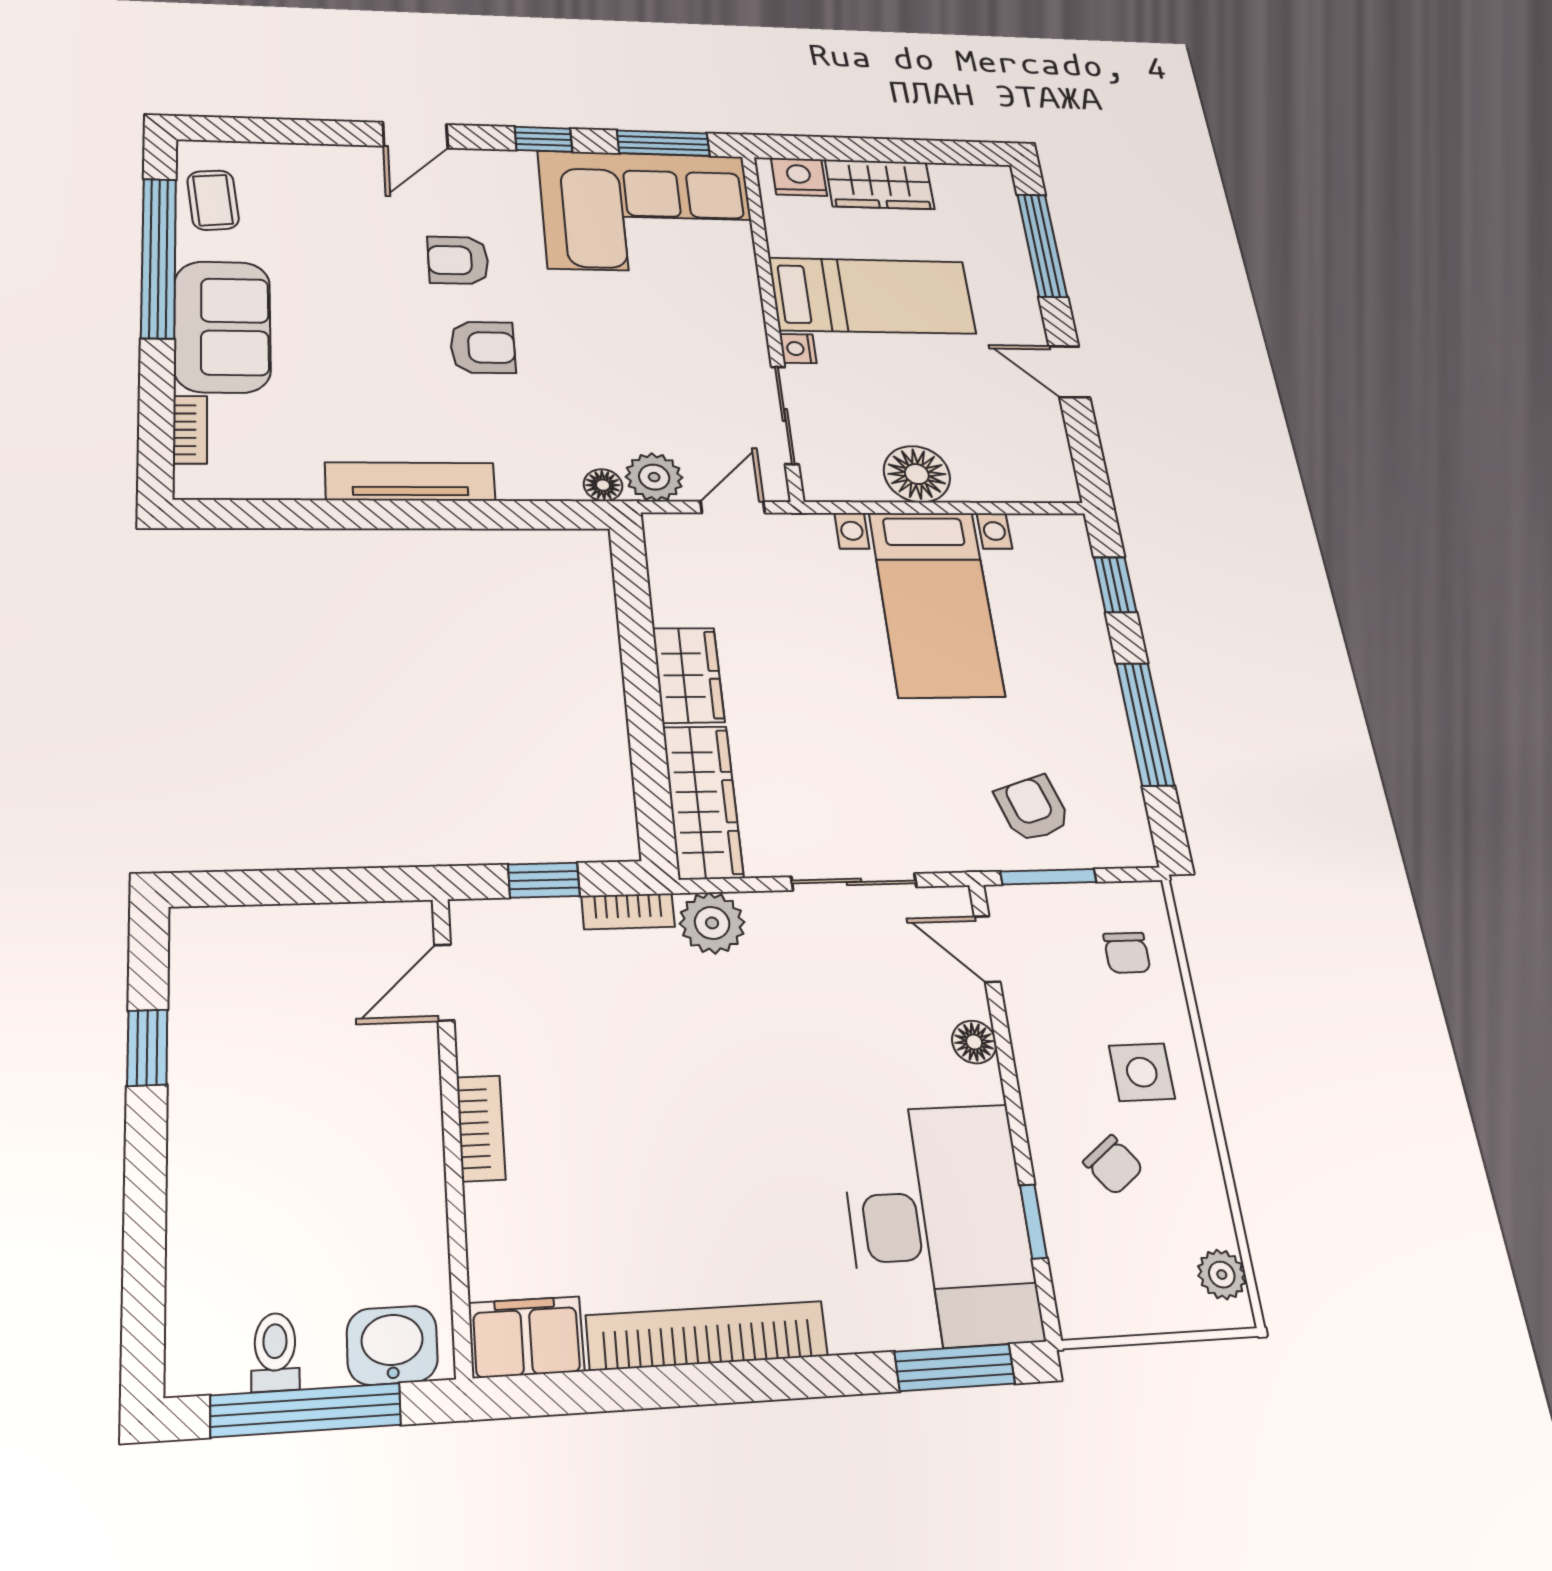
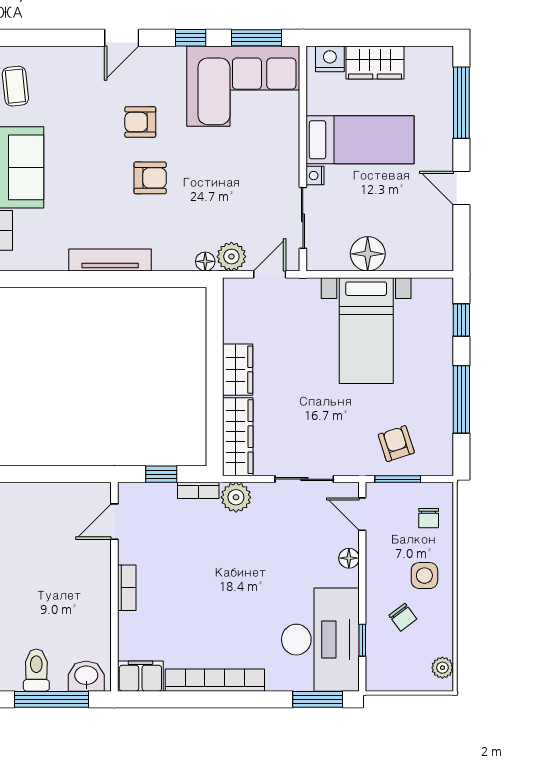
toilet: (275, 1352) -> (36, 670), width x1.37, depth x1.39

